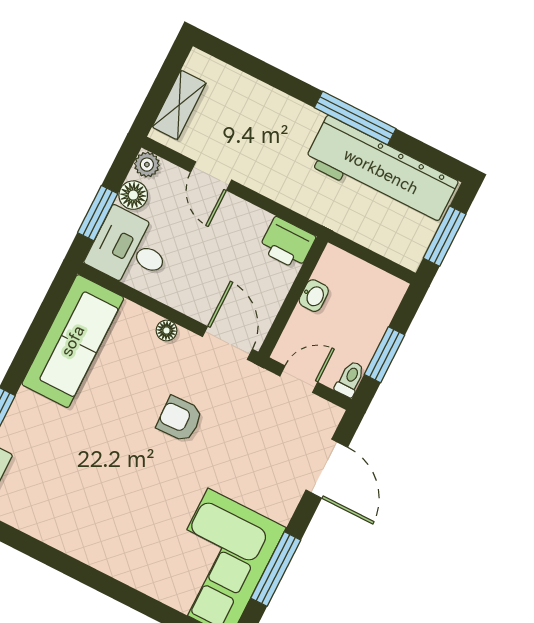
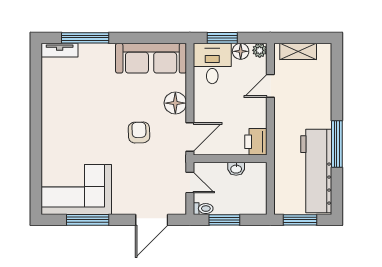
floor lamp: (167, 331) -> (175, 103), width x1.89, depth x1.89

